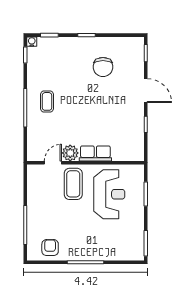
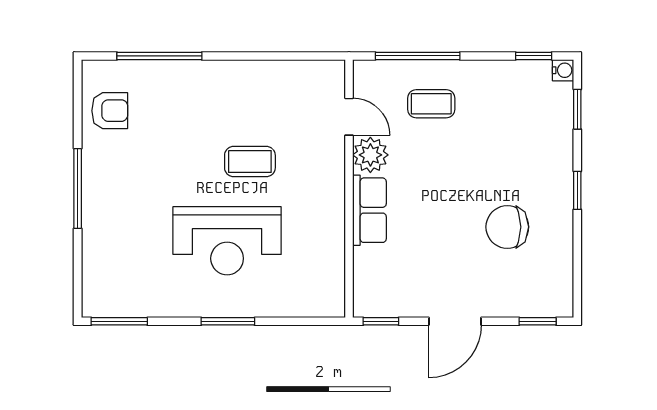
plant: (70, 153) -> (370, 155), moved
row of seats: (95, 153) -> (369, 210), moved
door: (53, 163) -> (349, 117), moved
wall: (86, 163) -> (349, 189), moved
coffee table: (73, 184) -> (250, 162), width x0.73, depth x0.77

